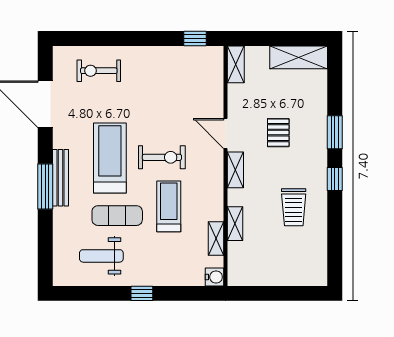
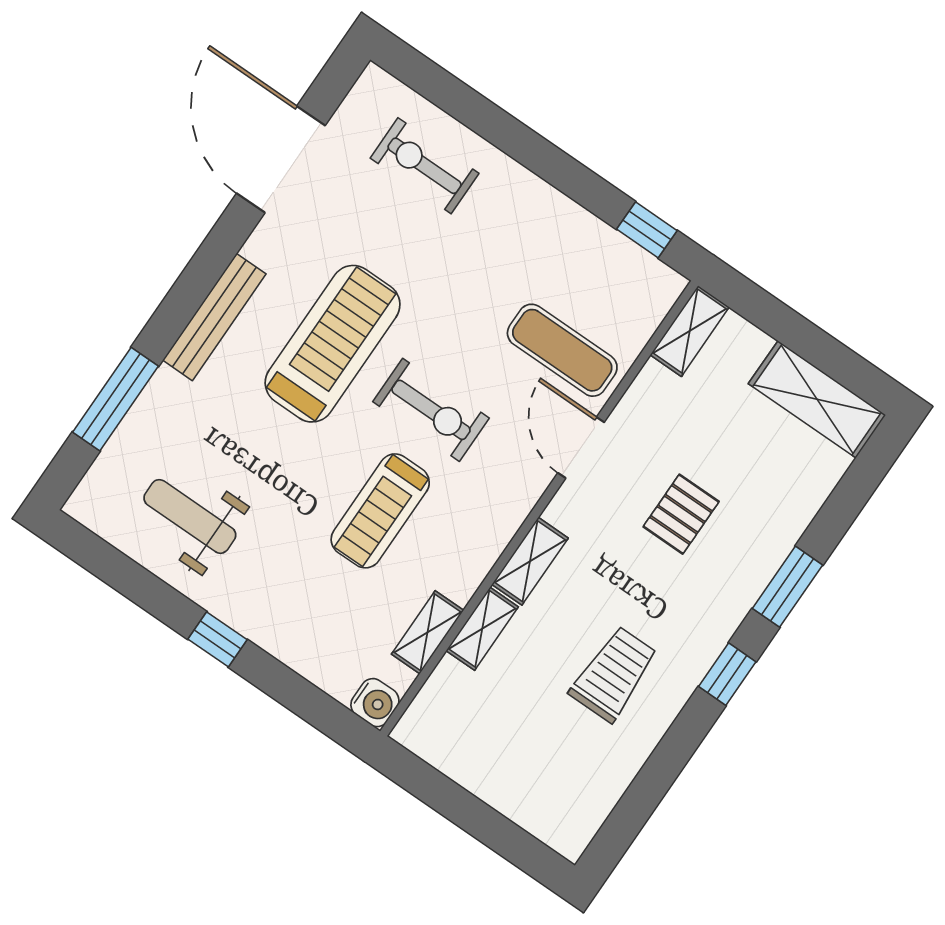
shelving: (235, 170) -> (530, 561), moved
window: (45, 187) -> (116, 399), moved
treadmill: (169, 206) -> (380, 511), turned 180
trolley: (294, 207) -> (614, 674), turned 180
exercise mat: (117, 216) -> (562, 350), moved

